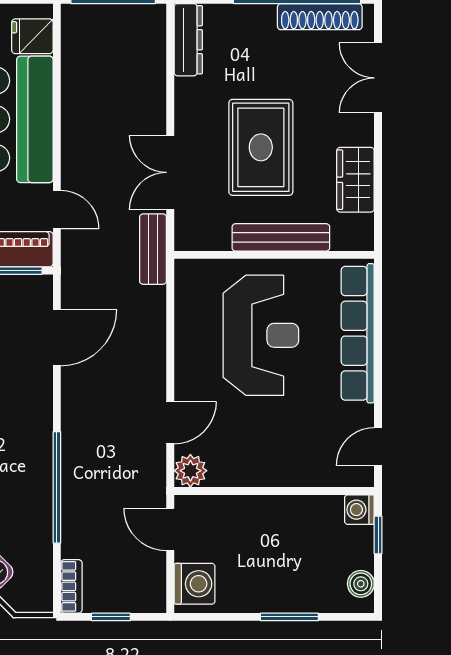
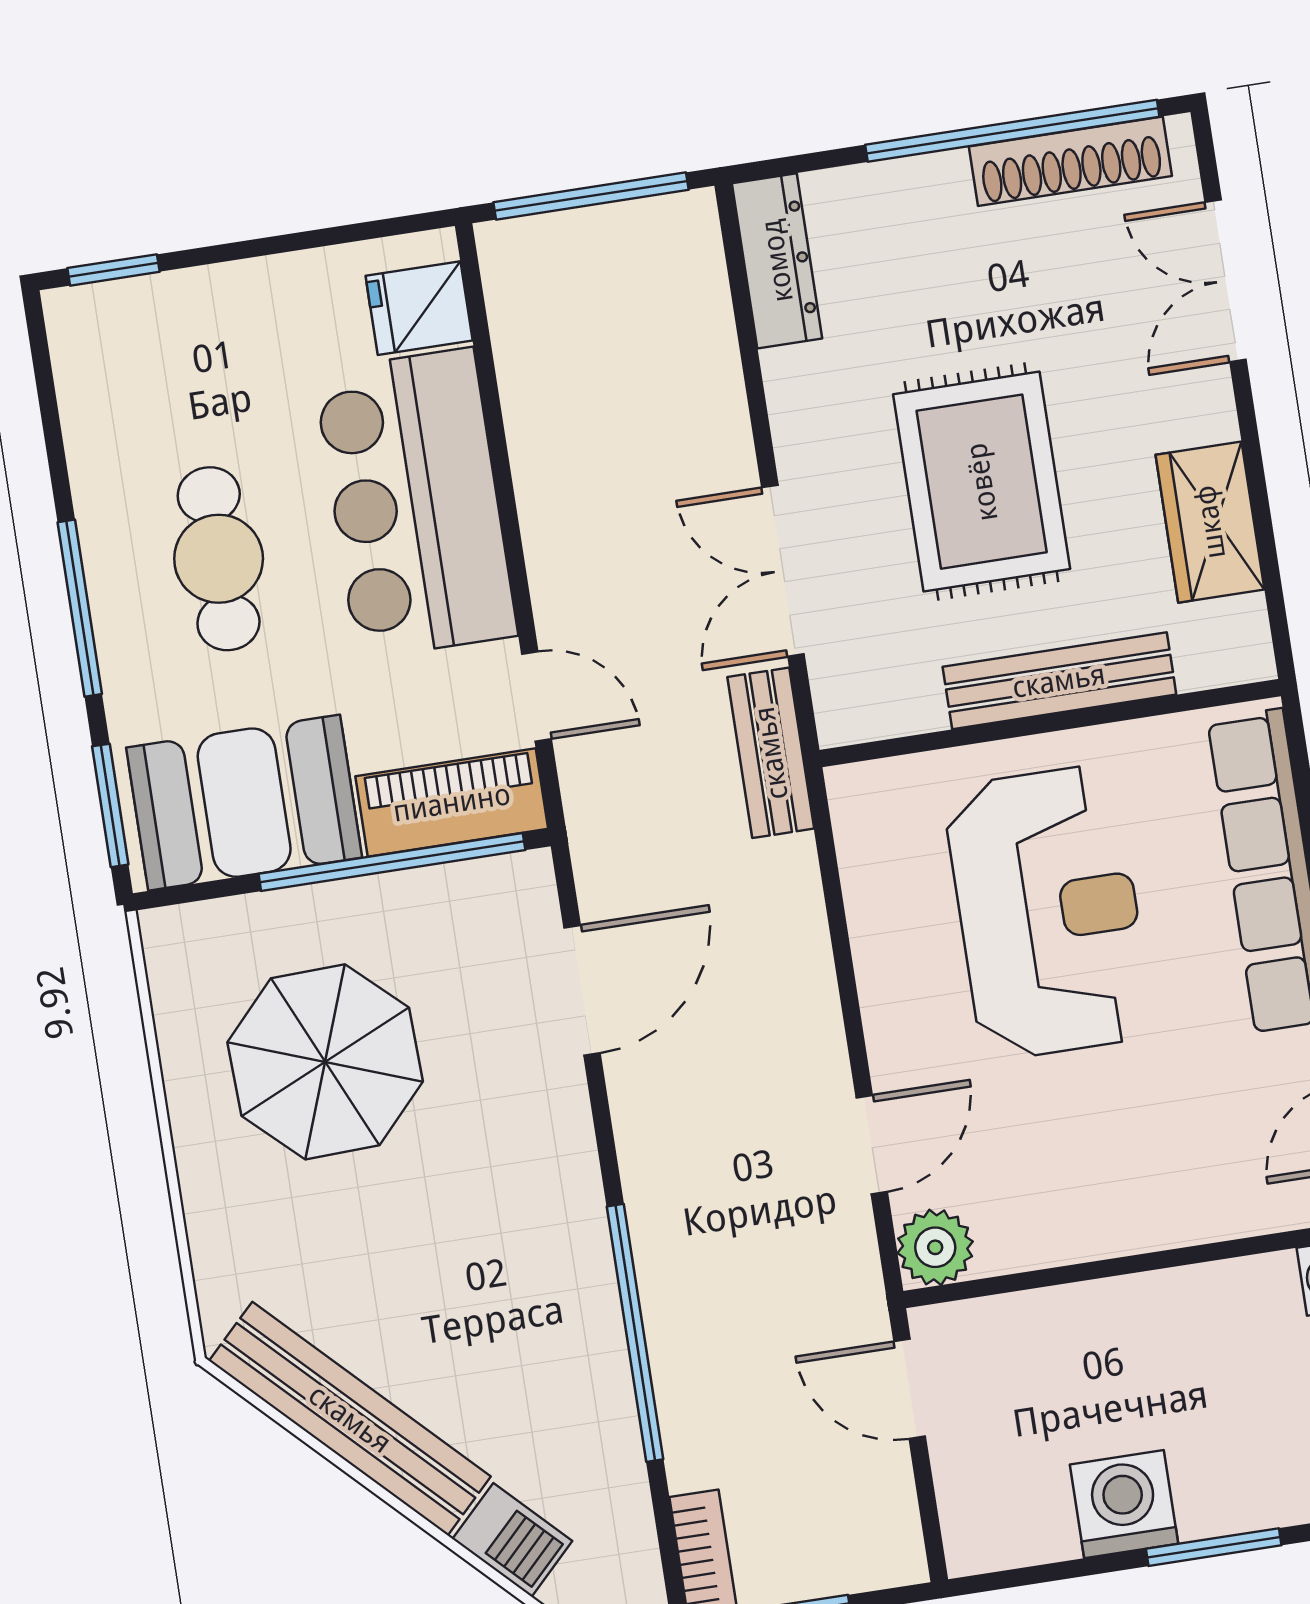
washing machine: (194, 584) -> (1124, 1504), moved, turned -90

